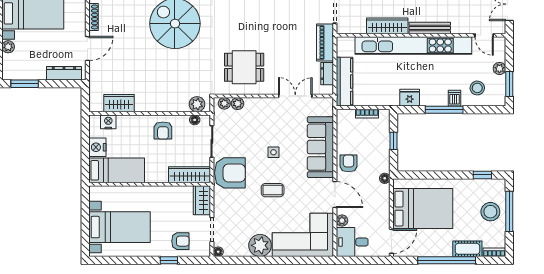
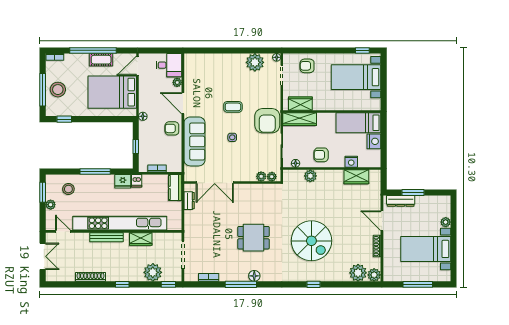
wardrobe: (387, 26) -> (141, 239), width x0.67
piano: (325, 43) -> (191, 226), removed
door: (87, 48) -> (382, 221), hinge flipped
dining table: (244, 67) -> (253, 238), moved
kitchen counter: (344, 82) -> (175, 188), width x0.67
window: (25, 84) -> (413, 192), moved
double door: (295, 96) -> (215, 183), width x1.37
dishwasher: (455, 98) -> (137, 181), moved
plant: (197, 104) -> (310, 176), moved
nightstand: (108, 122) -> (351, 162), moved
armchair: (163, 130) -> (321, 155), turned -90
armchair: (349, 163) -> (172, 128), turned 90
armchair: (230, 173) -> (267, 121), turned -90
wardrobe: (202, 200) -> (300, 104), moved, turned -90
corner sofa: (303, 235) -> (209, 71), removed
plant: (260, 245) -> (255, 62), moved
cot: (467, 249) -> (101, 60), moved
window: (169, 260) -> (362, 50), moved

